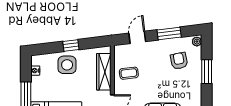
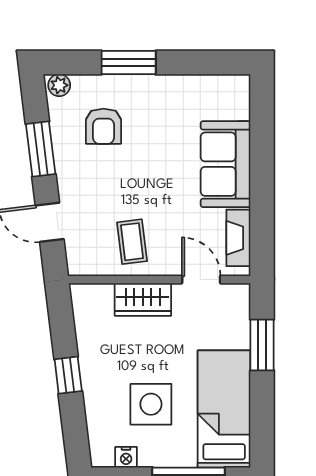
armchair: (179, 61) -> (104, 126), turned -79
side table: (67, 65) -> (151, 404), moved
wardrobe: (104, 72) -> (143, 299), width x0.67

